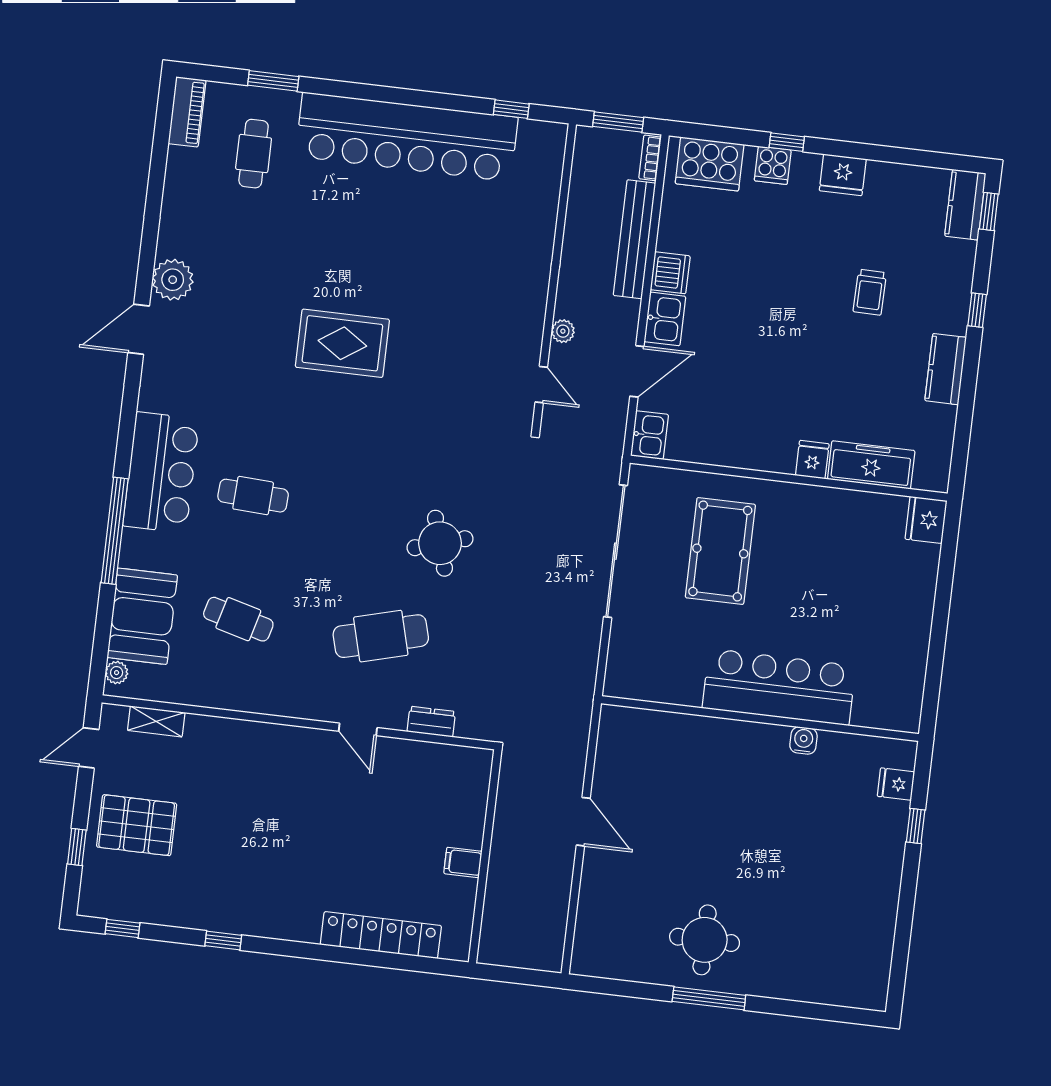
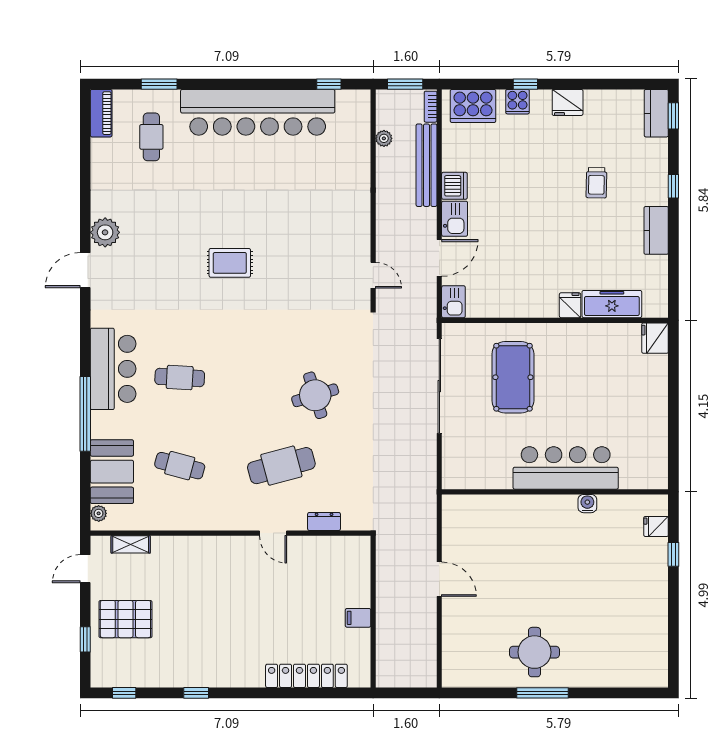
plant: (563, 331) -> (384, 138), moved
rug: (342, 343) -> (230, 263), width x0.73, depth x0.70

